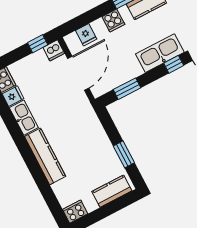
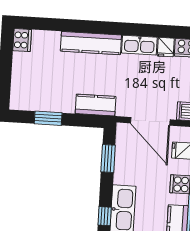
kitchen counter: (112, 191) -> (96, 105), moved, turned -90

